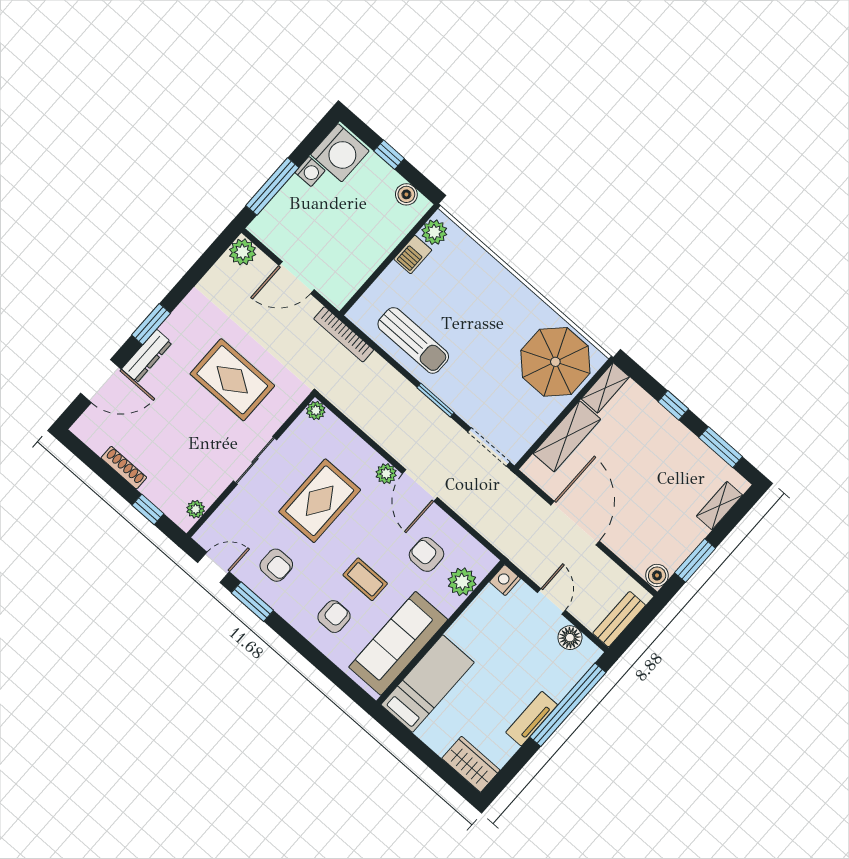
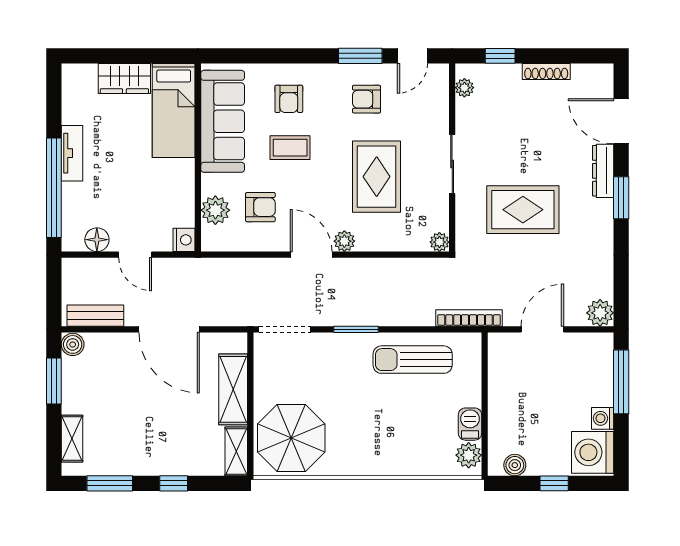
door: (101, 381) -> (621, 121), hinge flipped
bench: (619, 619) -> (95, 316), moved, turned 90
wardrobe: (471, 764) -> (124, 78), moved

